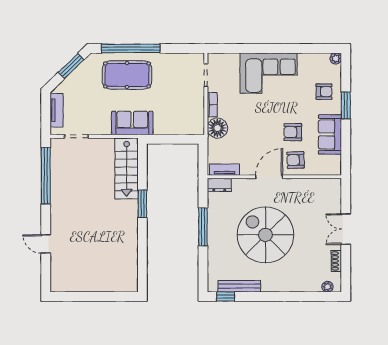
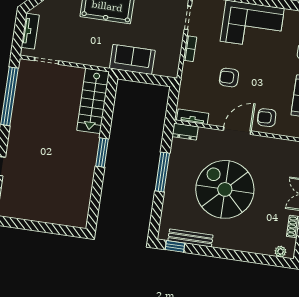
sofa: (132, 123) -> (132, 59), moved
floor lamp: (217, 128) -> (192, 73), removed
armchair: (293, 132) -> (229, 78), moved
window: (142, 204) -> (102, 153), moved

